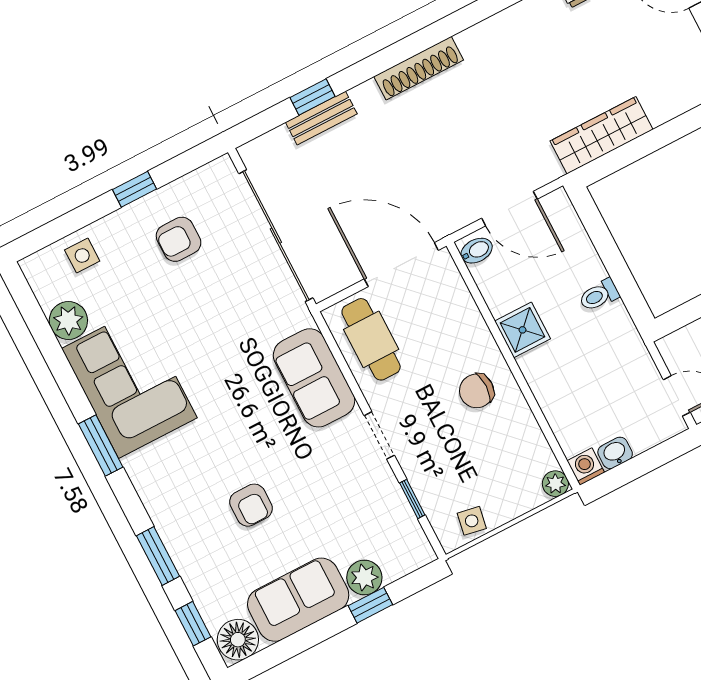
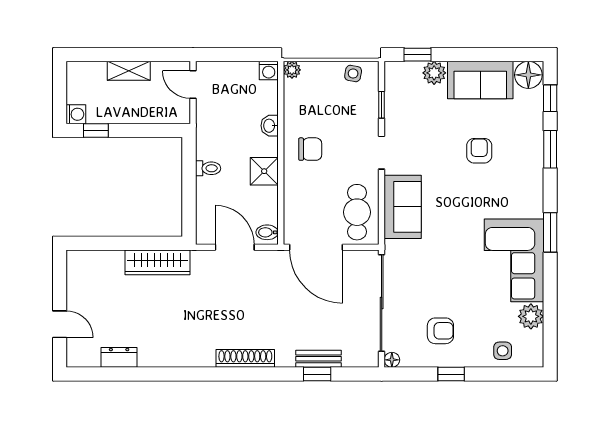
floor lamp: (223, 167) -> (392, 360), added
washbasin: (615, 453) -> (270, 126), moved, turned 90
window: (370, 605) -> (418, 55), moved

